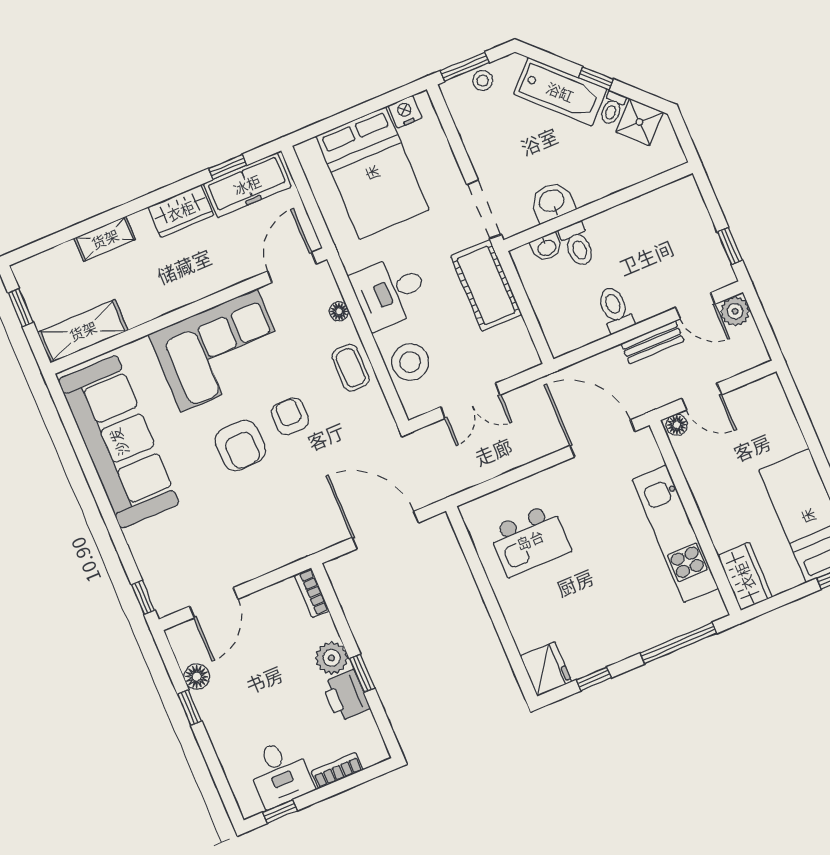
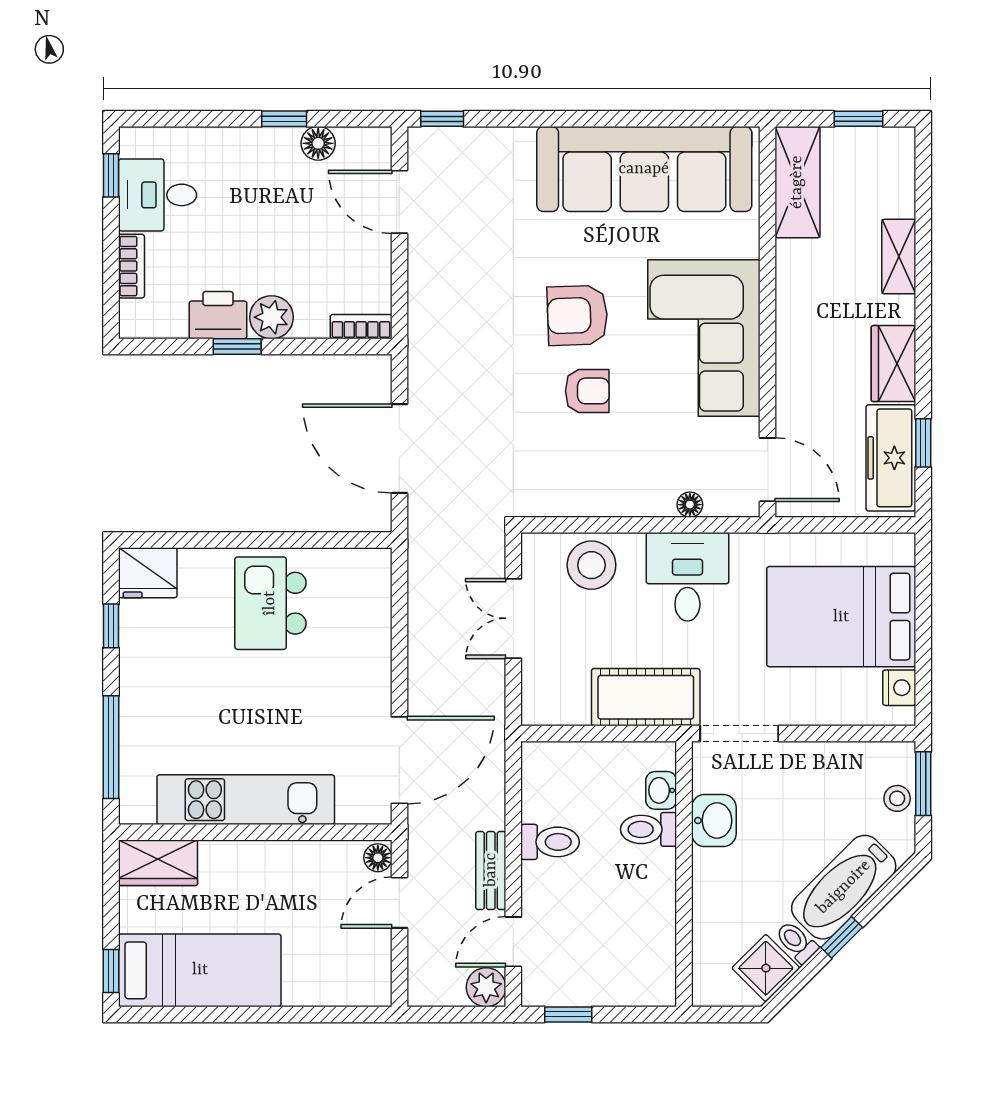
coffee table: (351, 368) -> (615, 490), removed
door: (385, 530) -> (399, 449), swing flipped
kitchen island: (530, 540) -> (270, 603), moved

